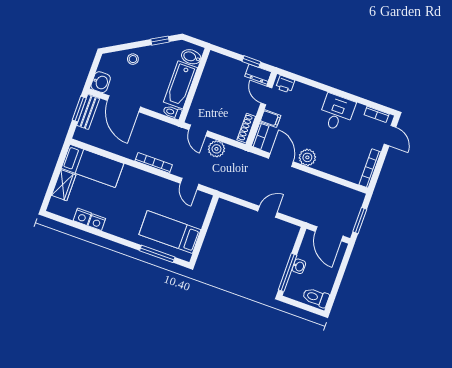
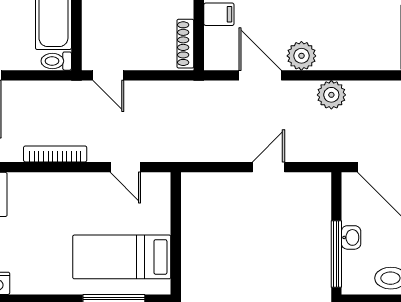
bookcase: (260, 136) -> (212, 49), removed
plant: (216, 149) -> (331, 95), moved

